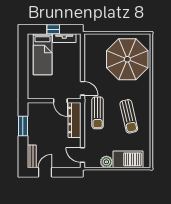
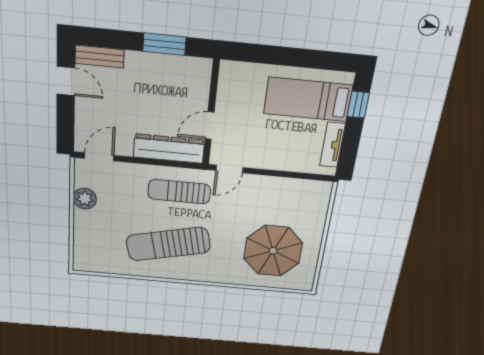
window: (53, 29) -> (358, 105), moved
parasol: (127, 59) -> (273, 251), width x0.73, depth x0.73
sun lounger: (129, 116) -> (168, 244), width x1.36, depth x1.34
barbecue: (128, 159) -> (89, 236), removed

